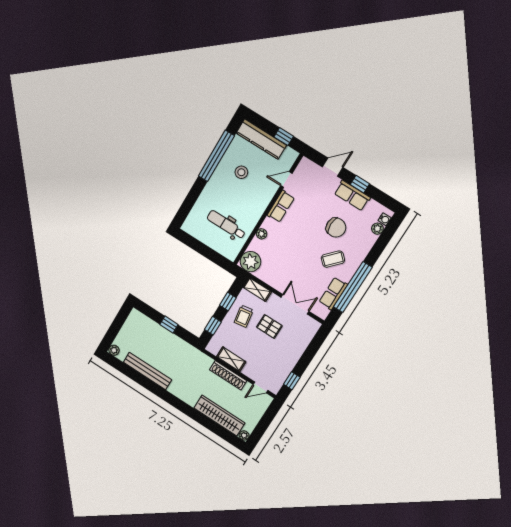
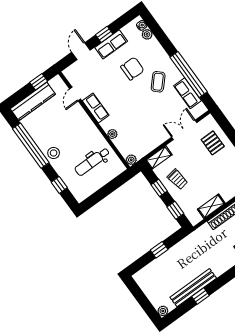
stool: (241, 172) -> (54, 153), moved
window: (190, 201) -> (59, 185), added
plant: (250, 262) -> (131, 160), width x0.53, depth x0.53
pallet: (269, 326) -> (213, 143), moved, turned 90
window: (143, 381) -> (201, 296), added

